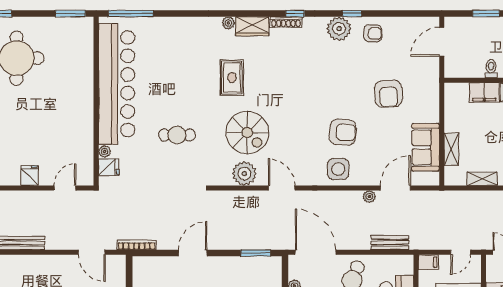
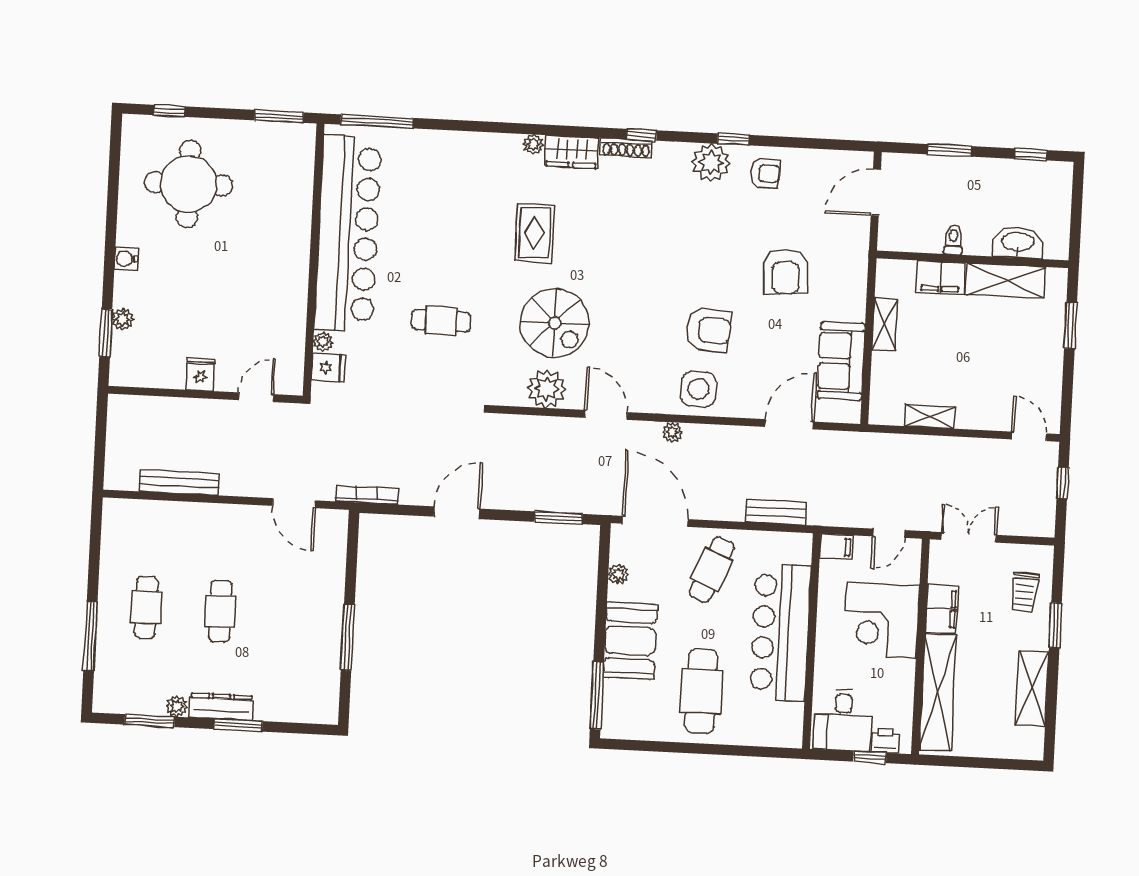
shelving: (451, 149) -> (885, 325), moved
plant: (369, 196) -> (672, 432), moved

